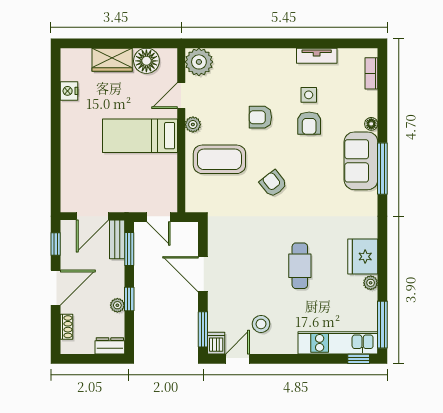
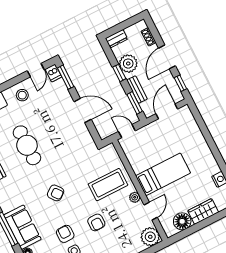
armchair: (260, 117) -> (96, 222), turned 90
armchair: (273, 184) -> (56, 193), moved
bench: (117, 239) -> (137, 90), moved
cafe table: (300, 266) -> (27, 145), width x1.37, depth x1.35
plant: (117, 305) -> (128, 64), width x1.87, depth x1.87
stool: (261, 324) -> (22, 95), moved

